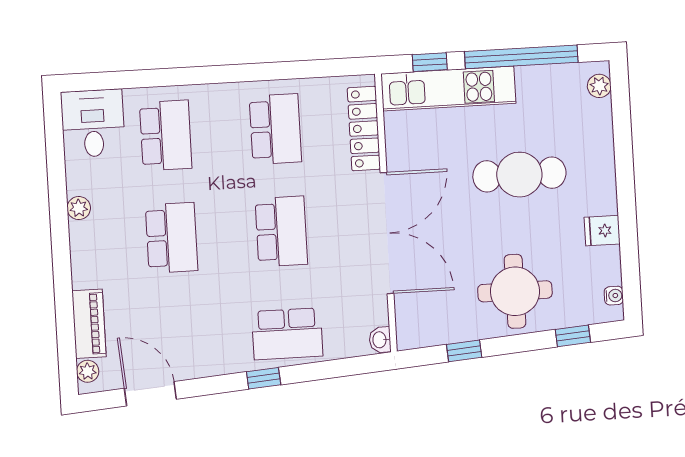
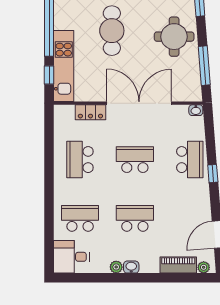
school desk: (275, 129) -> (80, 160), turned -90
locker: (364, 129) -> (90, 112), width x0.66
washbasin: (80, 236) -> (131, 267), added
window: (464, 351) -> (204, 66), width x2.17

